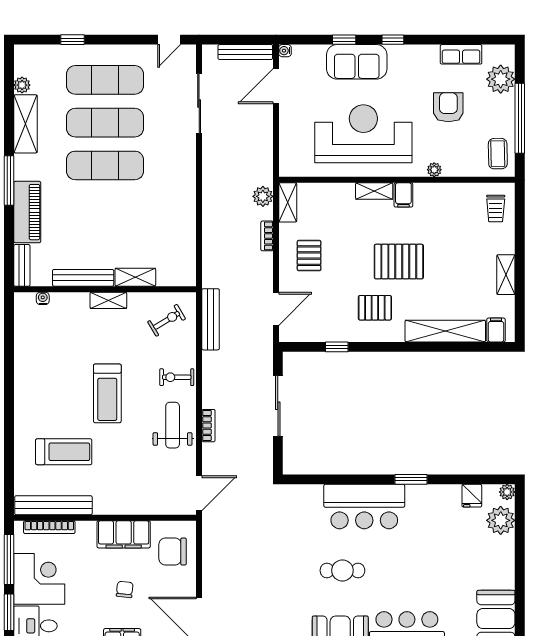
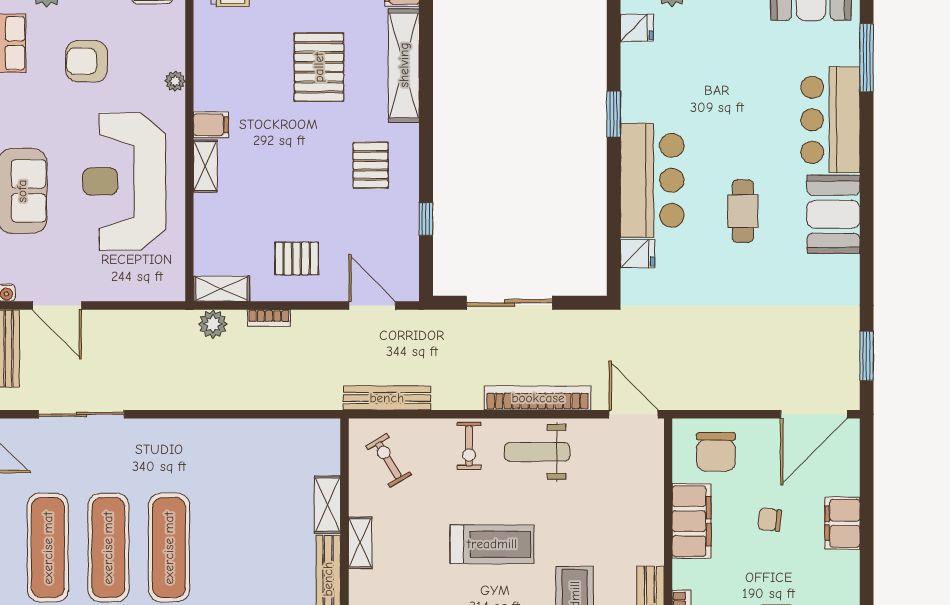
pallet: (399, 262) -> (319, 67), moved
bookcase: (208, 426) -> (538, 398), width x2.31, depth x1.31
fridge: (312, 496) -> (638, 254), added

